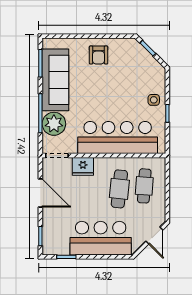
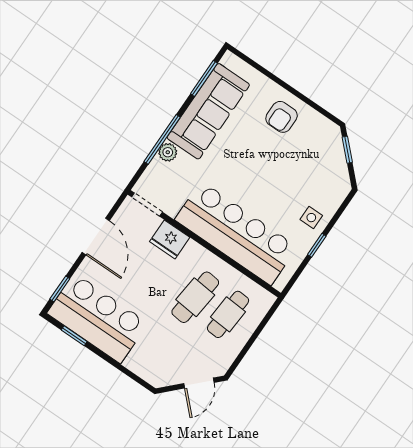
plant: (54, 124) -> (168, 152), width x0.53, depth x0.53
bar counter: (101, 238) -> (97, 318), moved

